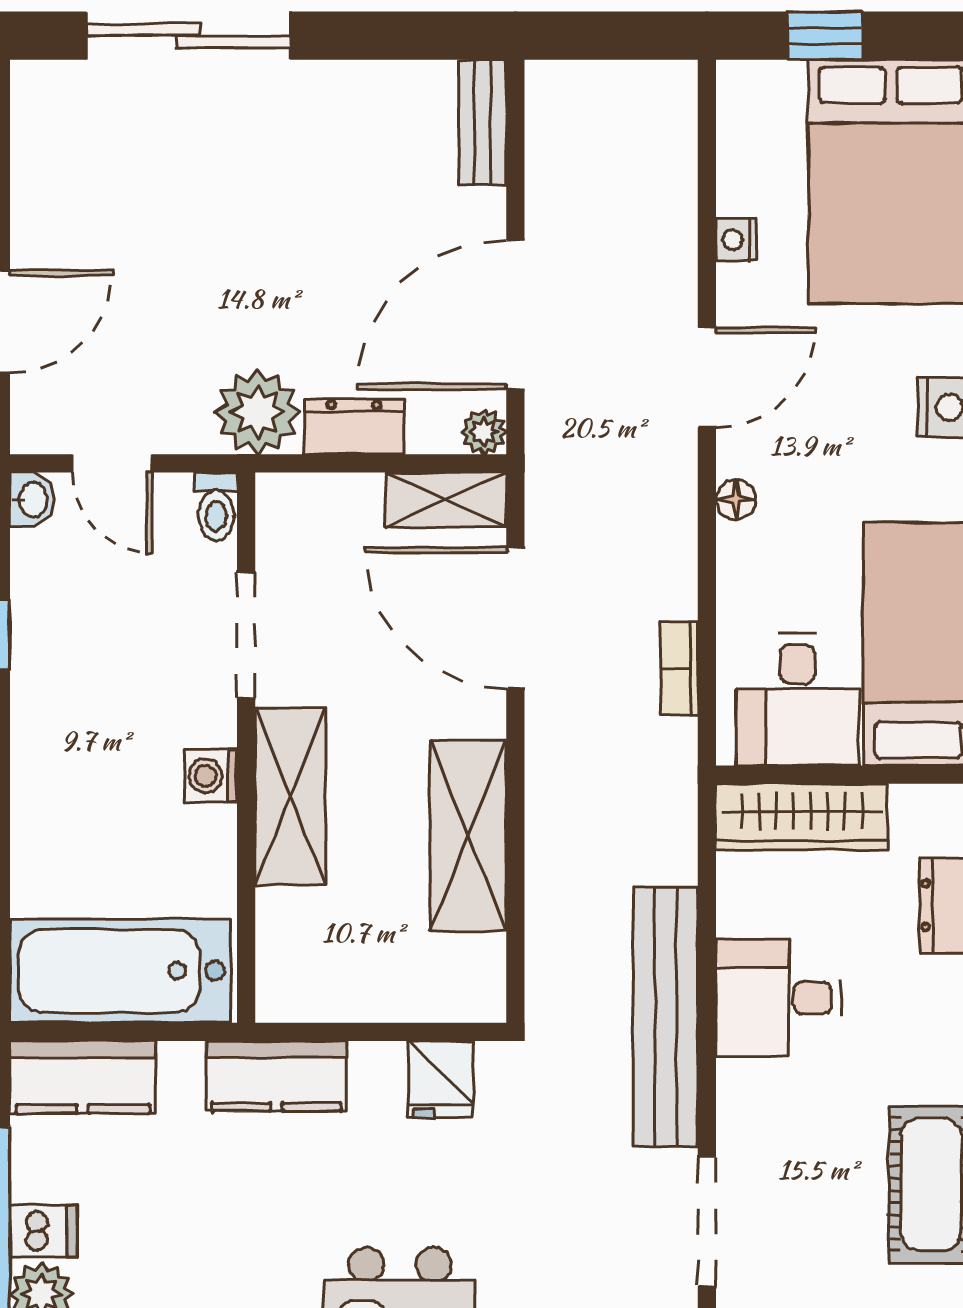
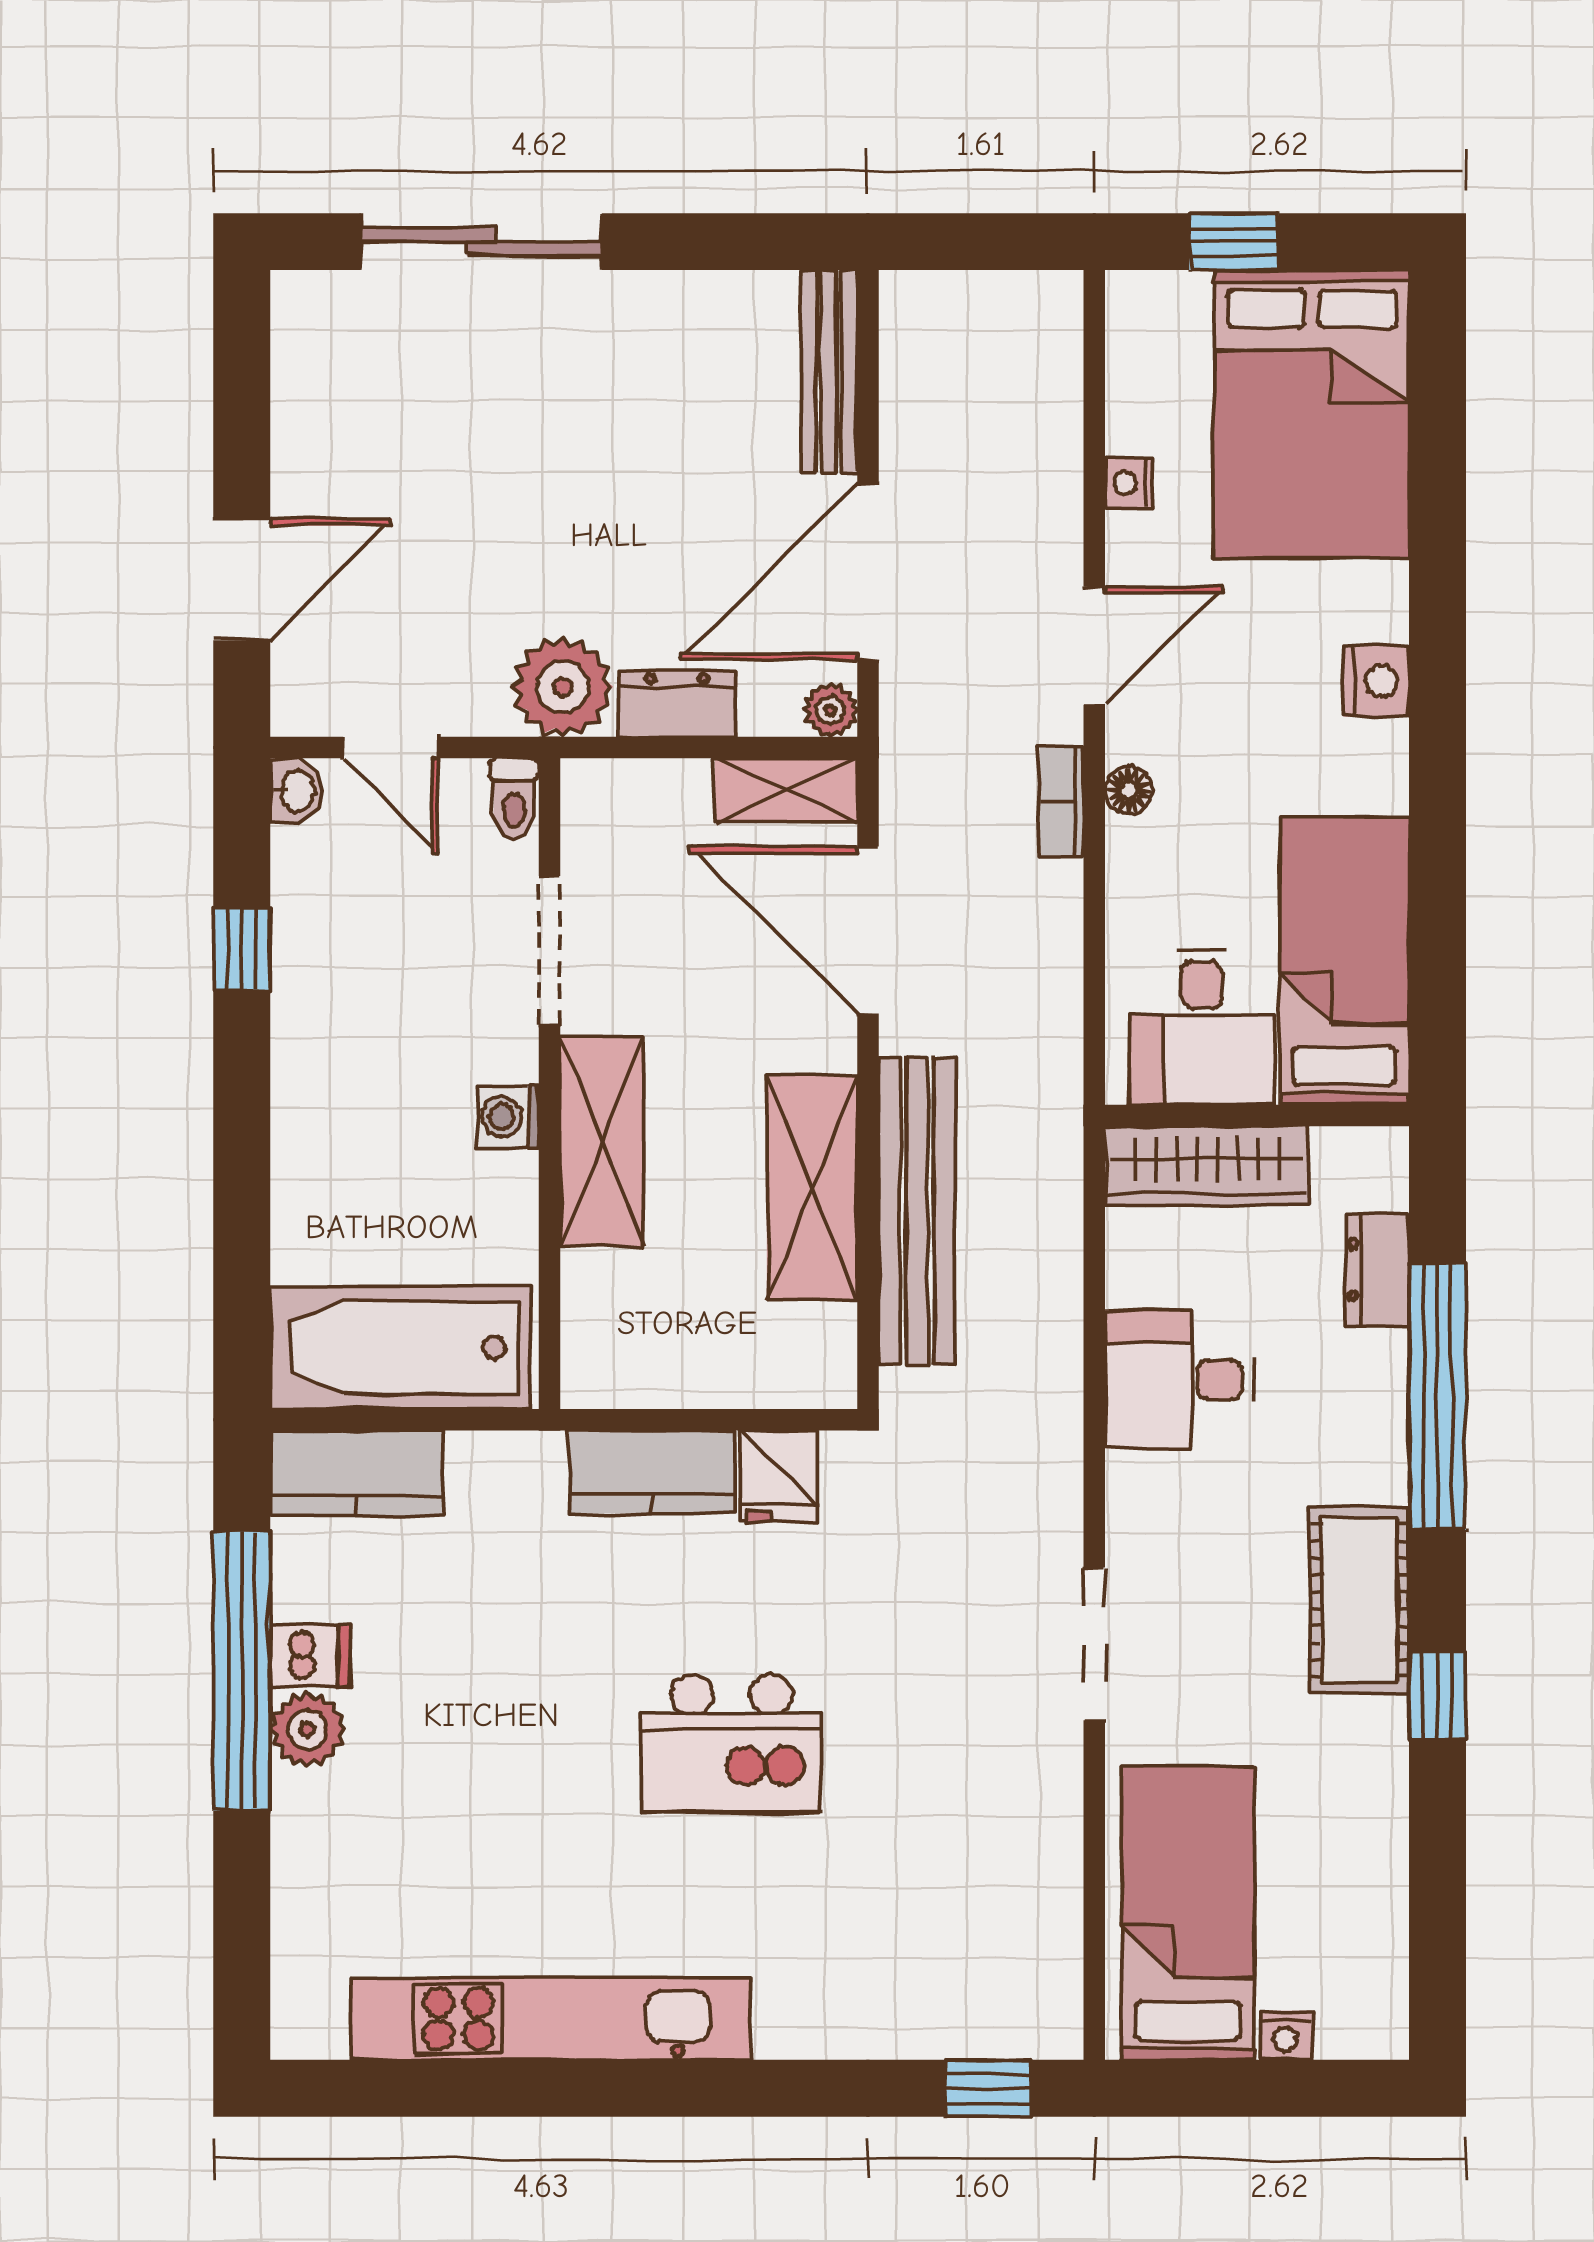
bench: (482, 122) -> (829, 371), width x1.36
bookcase: (679, 669) -> (1062, 802), moved
bench: (665, 1017) -> (917, 1211), moved
kitchen counter: (276, 1076) -> (652, 1472), moved

